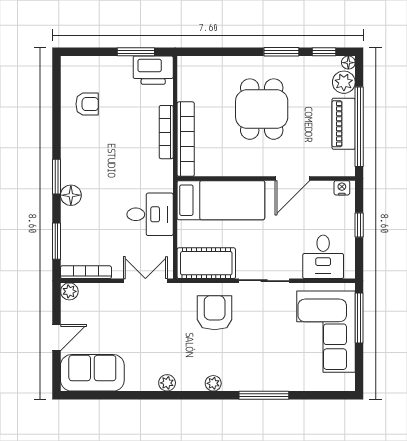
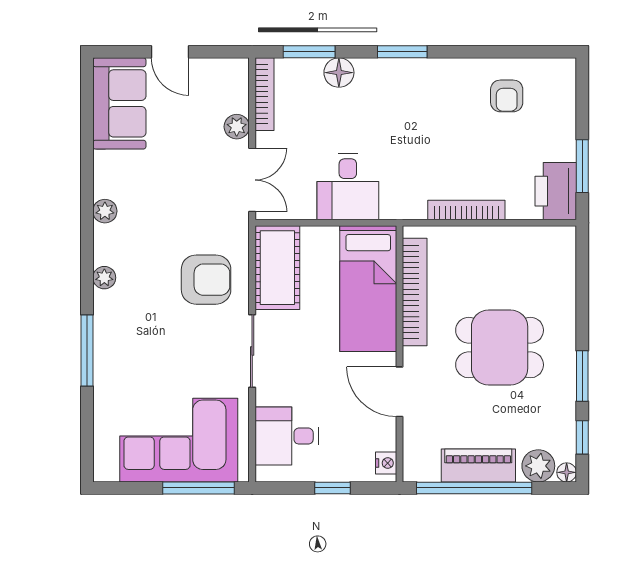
bookcase: (186, 139) -> (415, 292), moved, turned -90
floor lamp: (71, 195) -> (339, 73), moved
plant: (69, 291) -> (237, 127), moved

